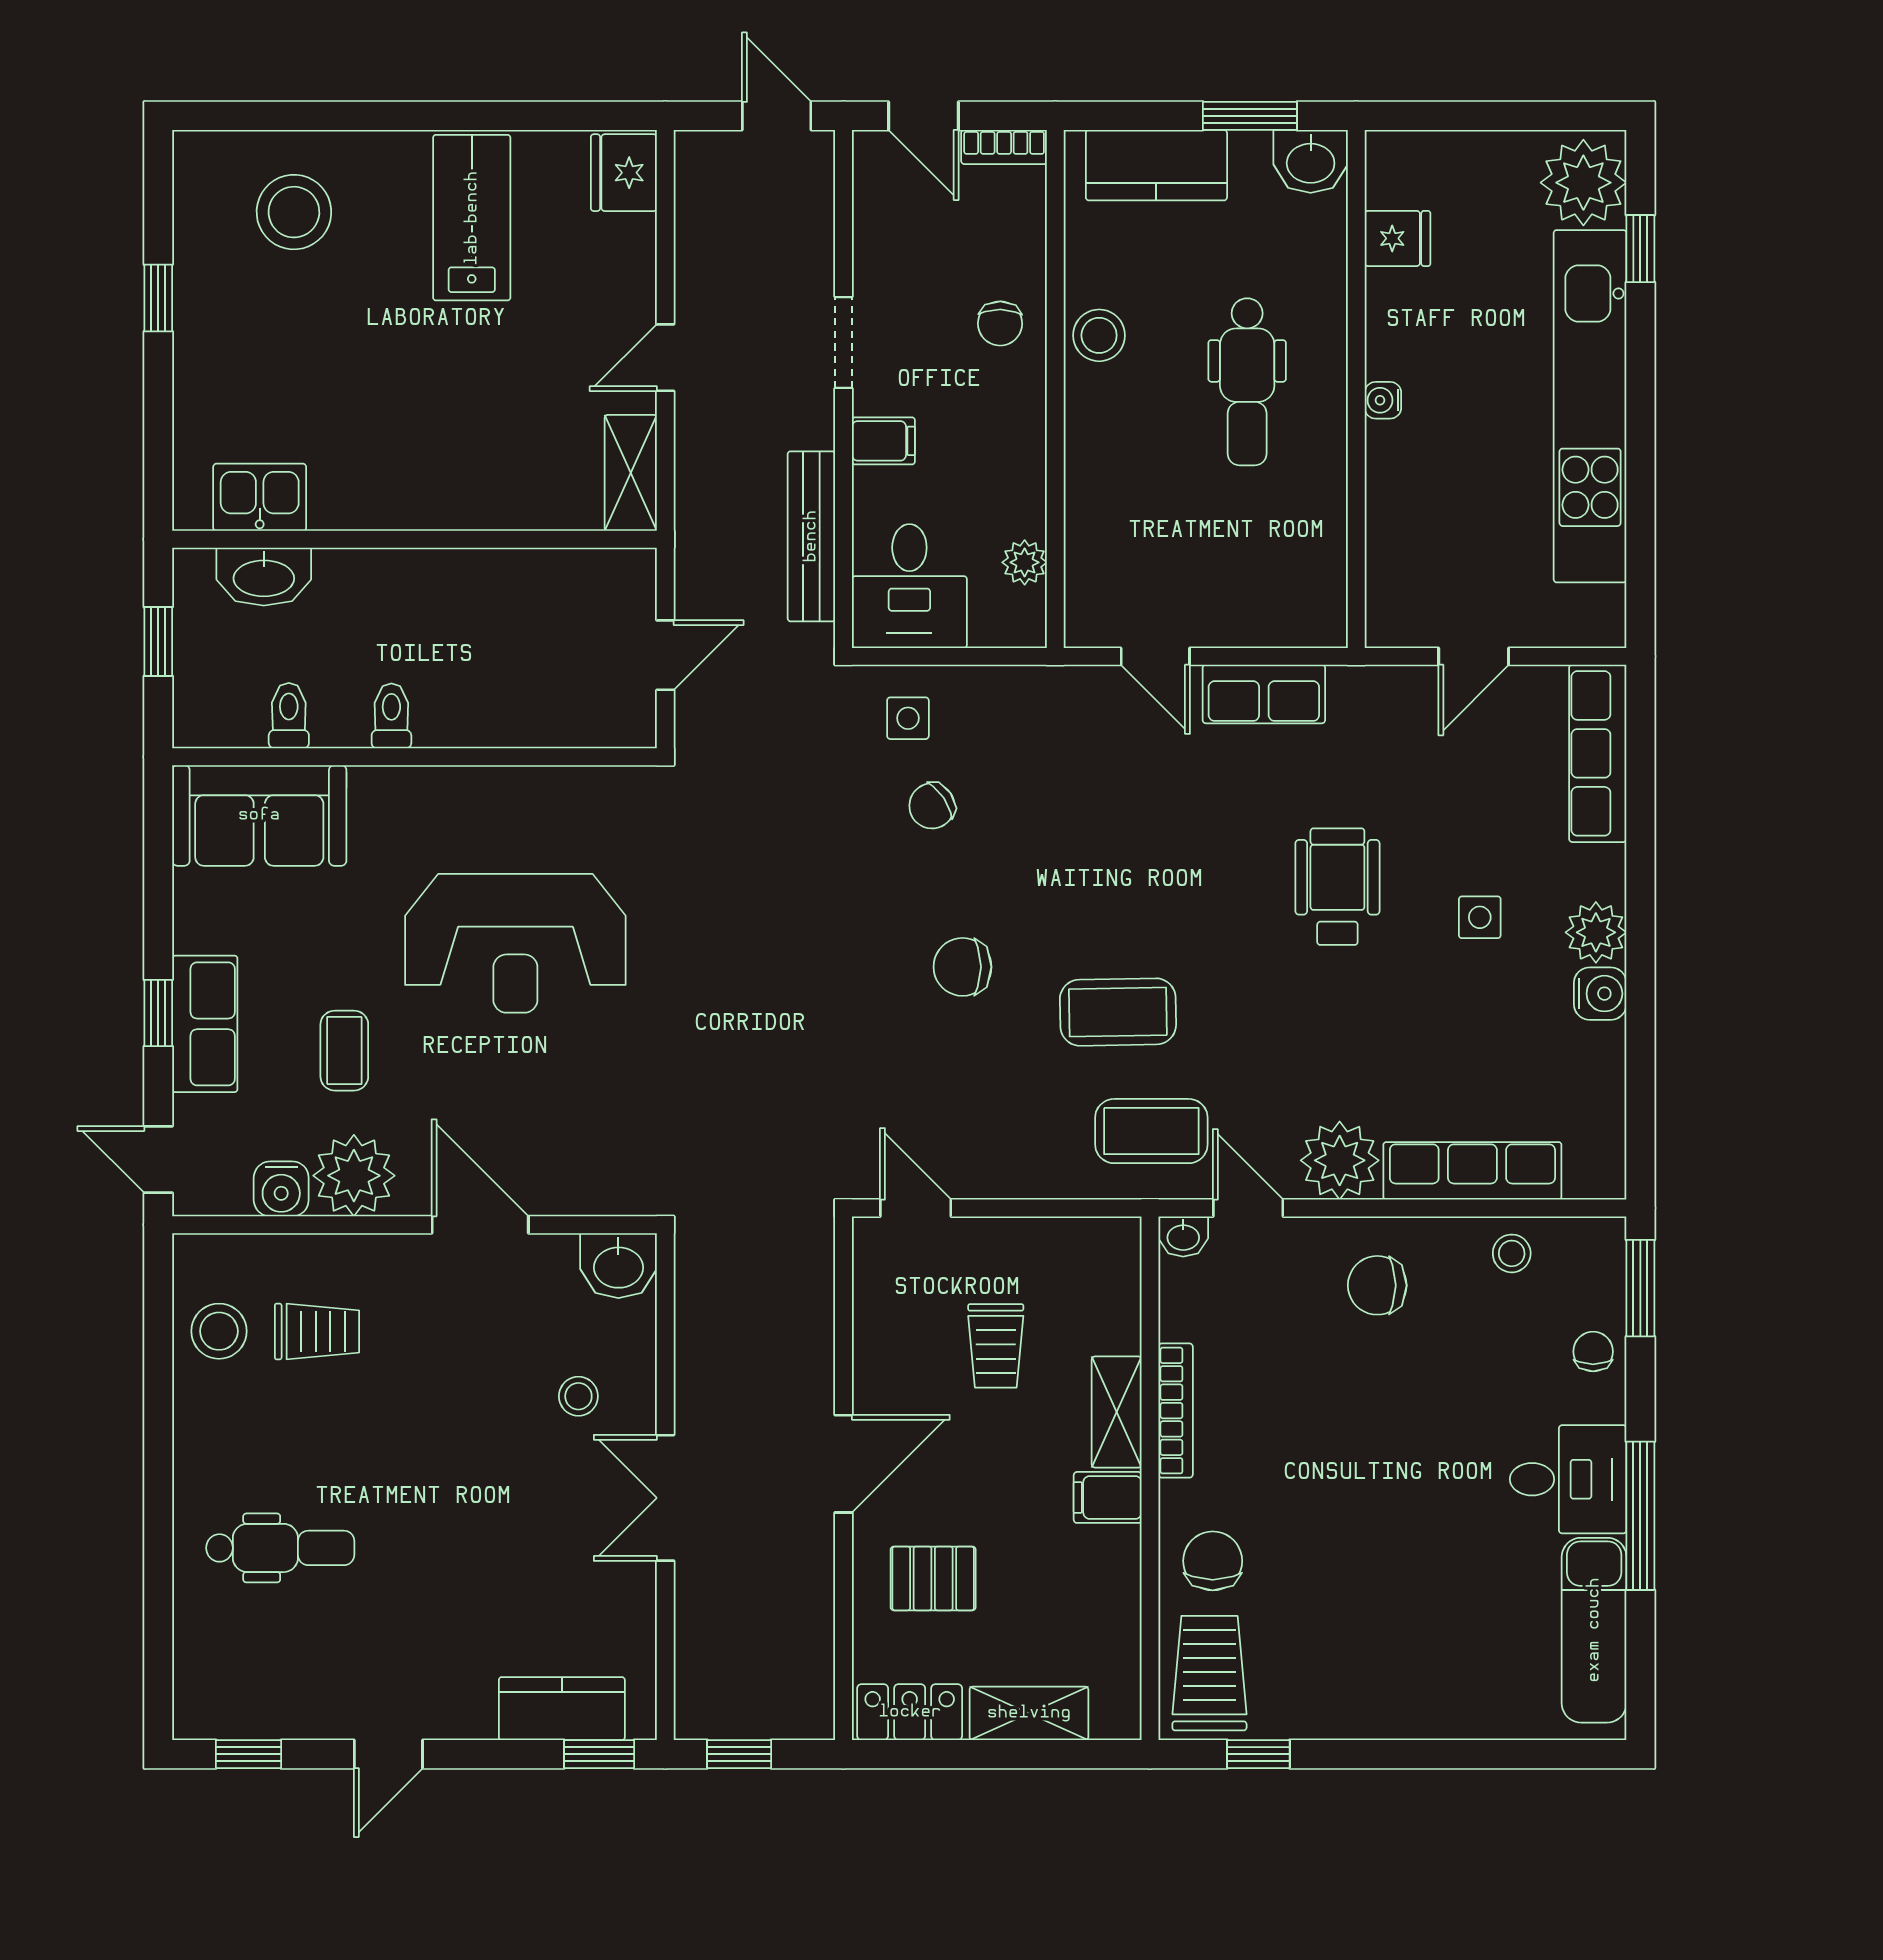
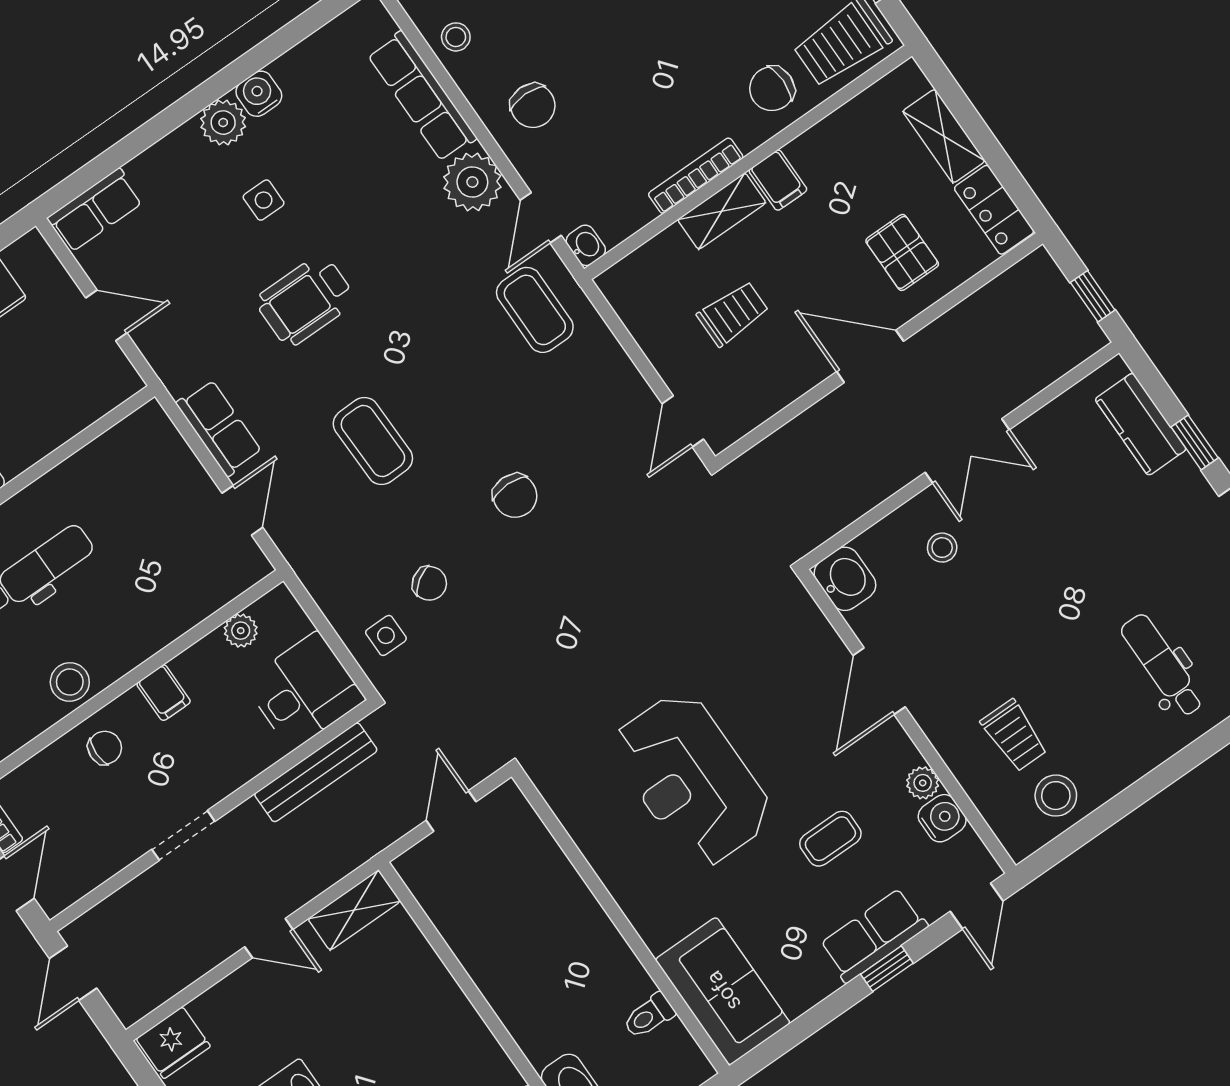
filing cabinet: (883, 441) -> (164, 693), moved, turned 180
door: (665, 655) -> (451, 811), hinge flipped
toilet: (391, 716) -> (605, 953), removed
row of seats: (1598, 753) -> (95, 210), width x0.68
reception desk: (515, 943) -> (692, 780), turned 180
coffee table: (1118, 1012) -> (373, 441), moved
plant: (354, 1176) -> (923, 783), width x0.53, depth x0.53
trolley: (317, 1331) -> (1014, 735), turned 180
window: (599, 1754) -> (1195, 442), moved

